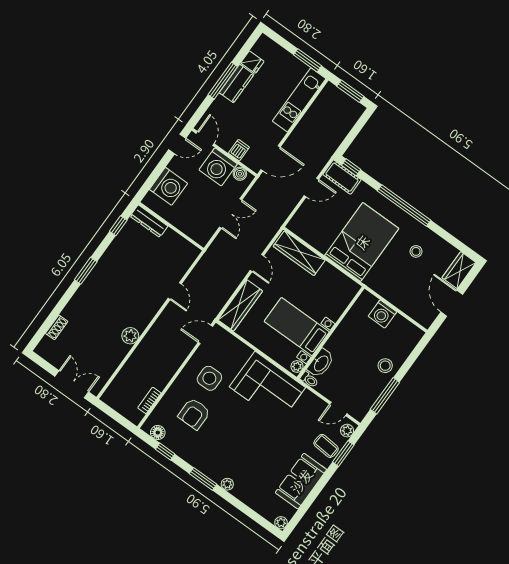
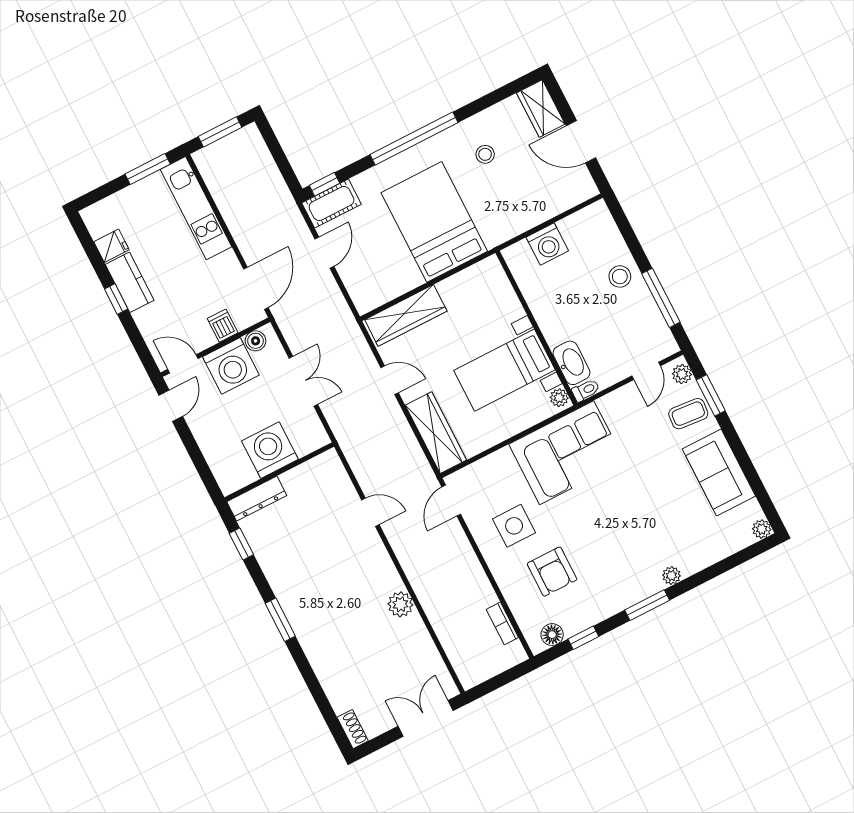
window: (223, 81) -> (116, 299), width x0.46
washing machine: (168, 186) -> (270, 450), moved, turned -90
shoe rack: (57, 327) -> (353, 729), moved

